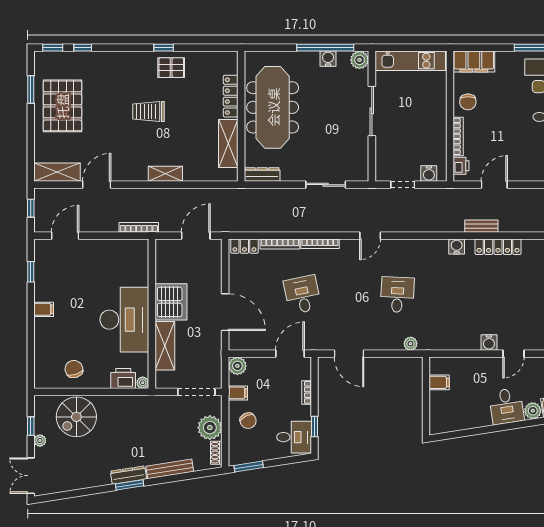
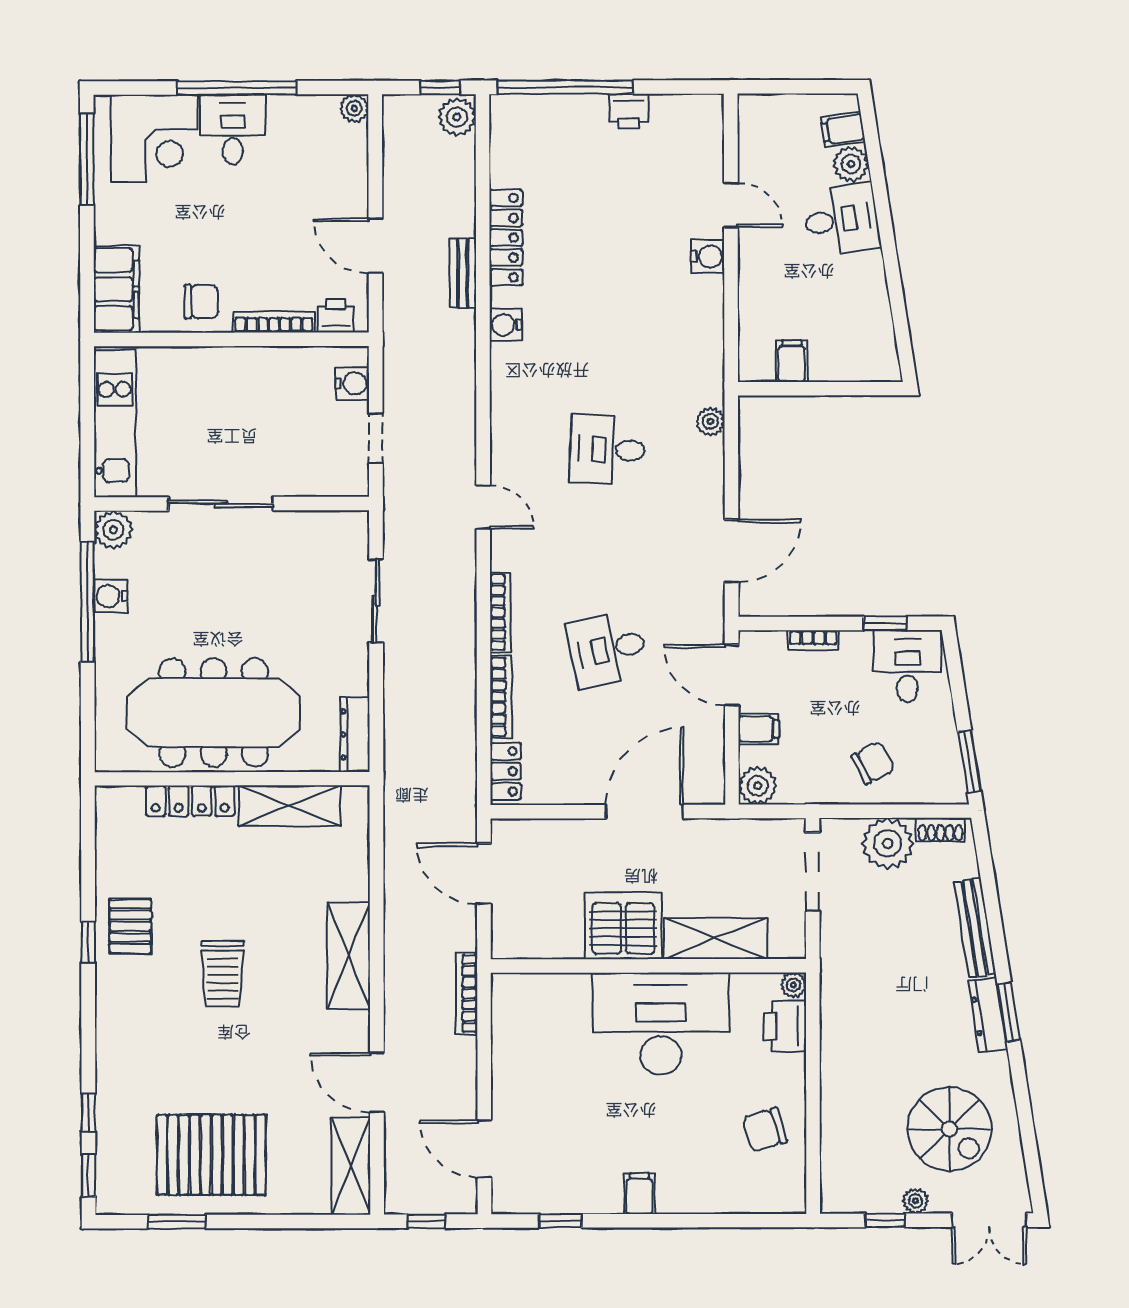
shelving: (165, 174) -> (349, 956), width x1.50, depth x1.33
filing cabinet: (238, 393) -> (758, 729), moved, turned 90
spiral stairs: (76, 417) -> (949, 1129), moved

